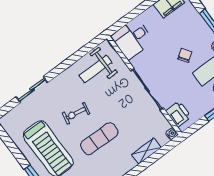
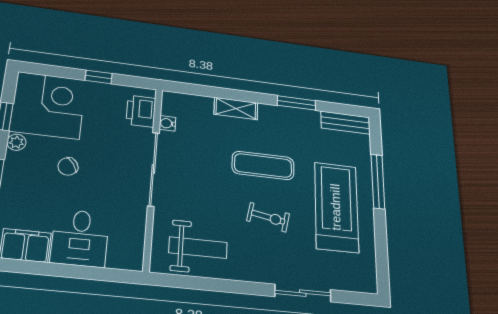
desk: (132, 39) -> (80, 238), moved, turned 90
water cooler: (172, 134) -> (167, 123), moved
shelving: (146, 151) -> (236, 108), moved

